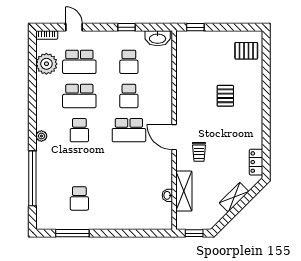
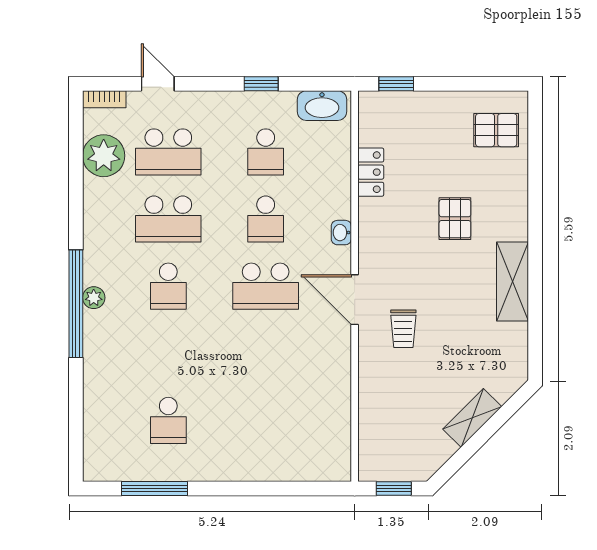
locker: (256, 162) -> (371, 172), moved, turned 180
window: (32, 178) -> (76, 304), moved
shelving: (184, 191) -> (513, 281), moved
washbasin: (167, 195) -> (341, 233), moved

